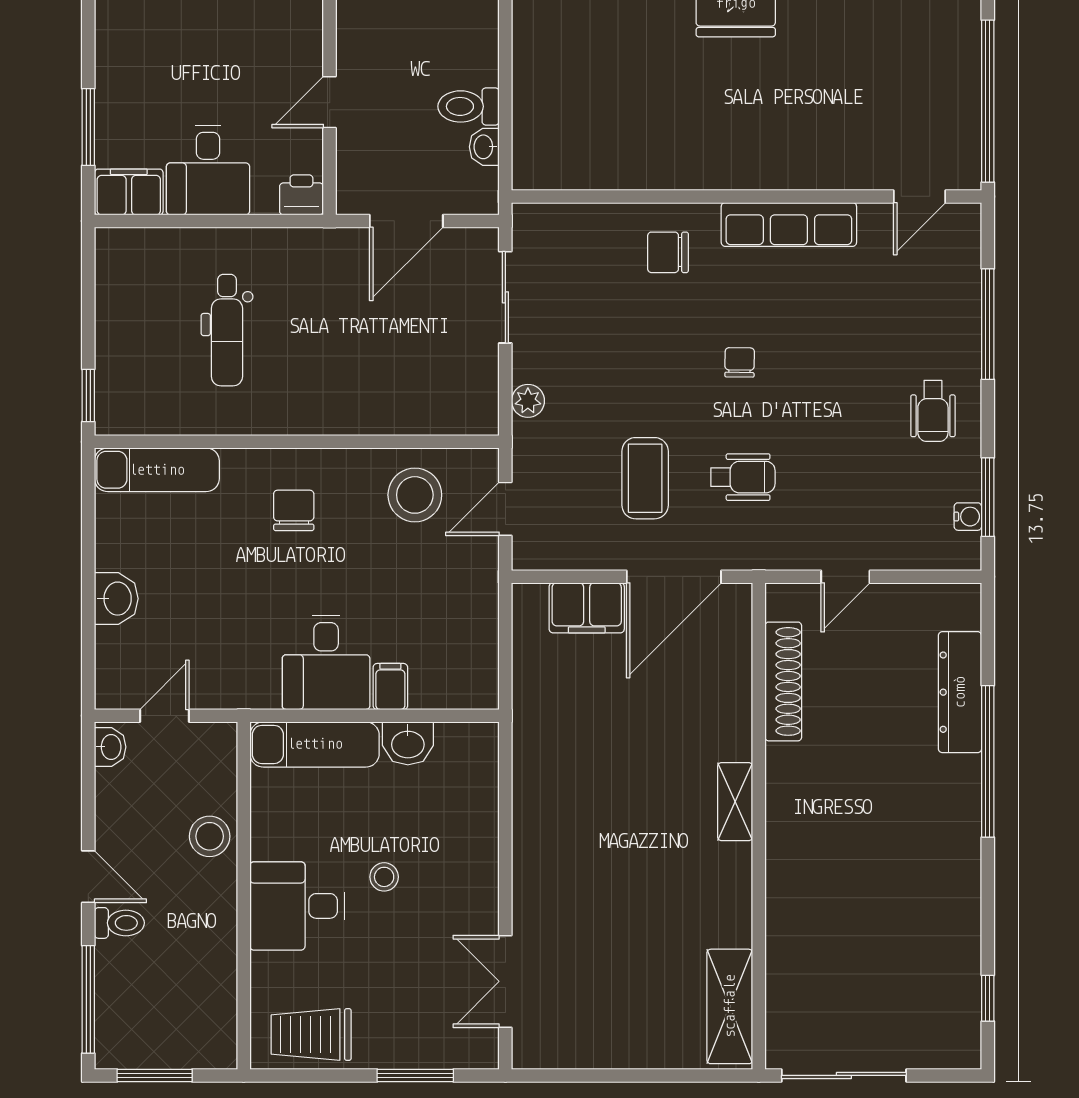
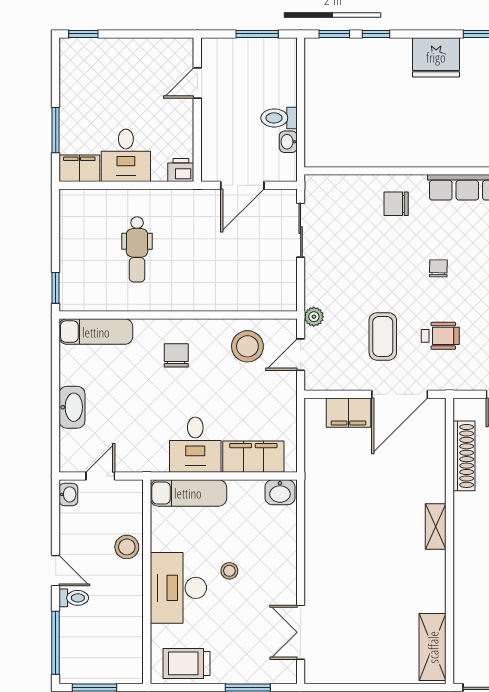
door: (330, 102) -> (197, 83), moved
plant: (528, 401) -> (314, 317), moved
washbasin: (116, 599) -> (72, 407), width x1.38
filing cabinet: (390, 687) -> (253, 457), width x3.00, depth x1.17
washbasin: (408, 743) -> (280, 492), moved
desk: (297, 906) -> (178, 588), width x1.37

